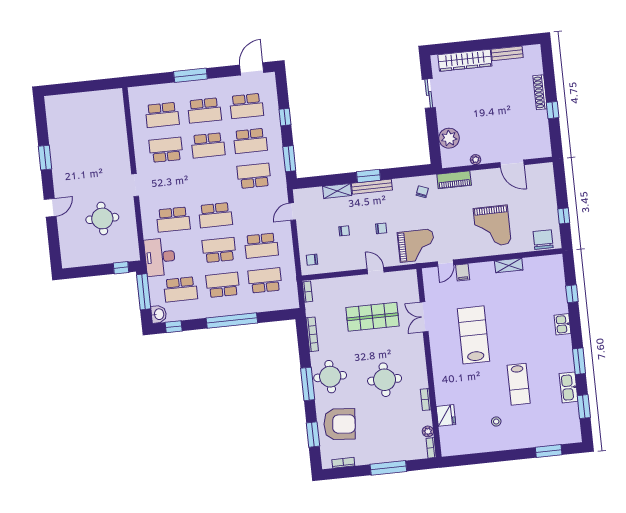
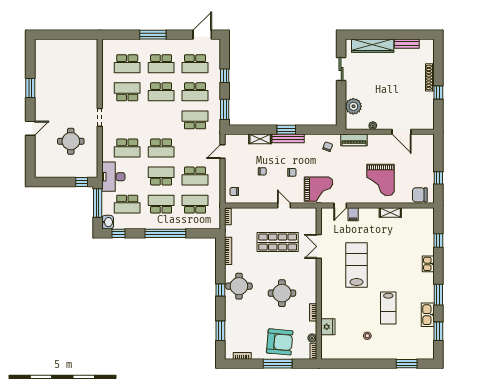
chair: (543, 240) -> (420, 195), turned -90
window: (308, 384) -> (220, 290), width x0.46
armchair: (340, 424) -> (280, 342), moved

